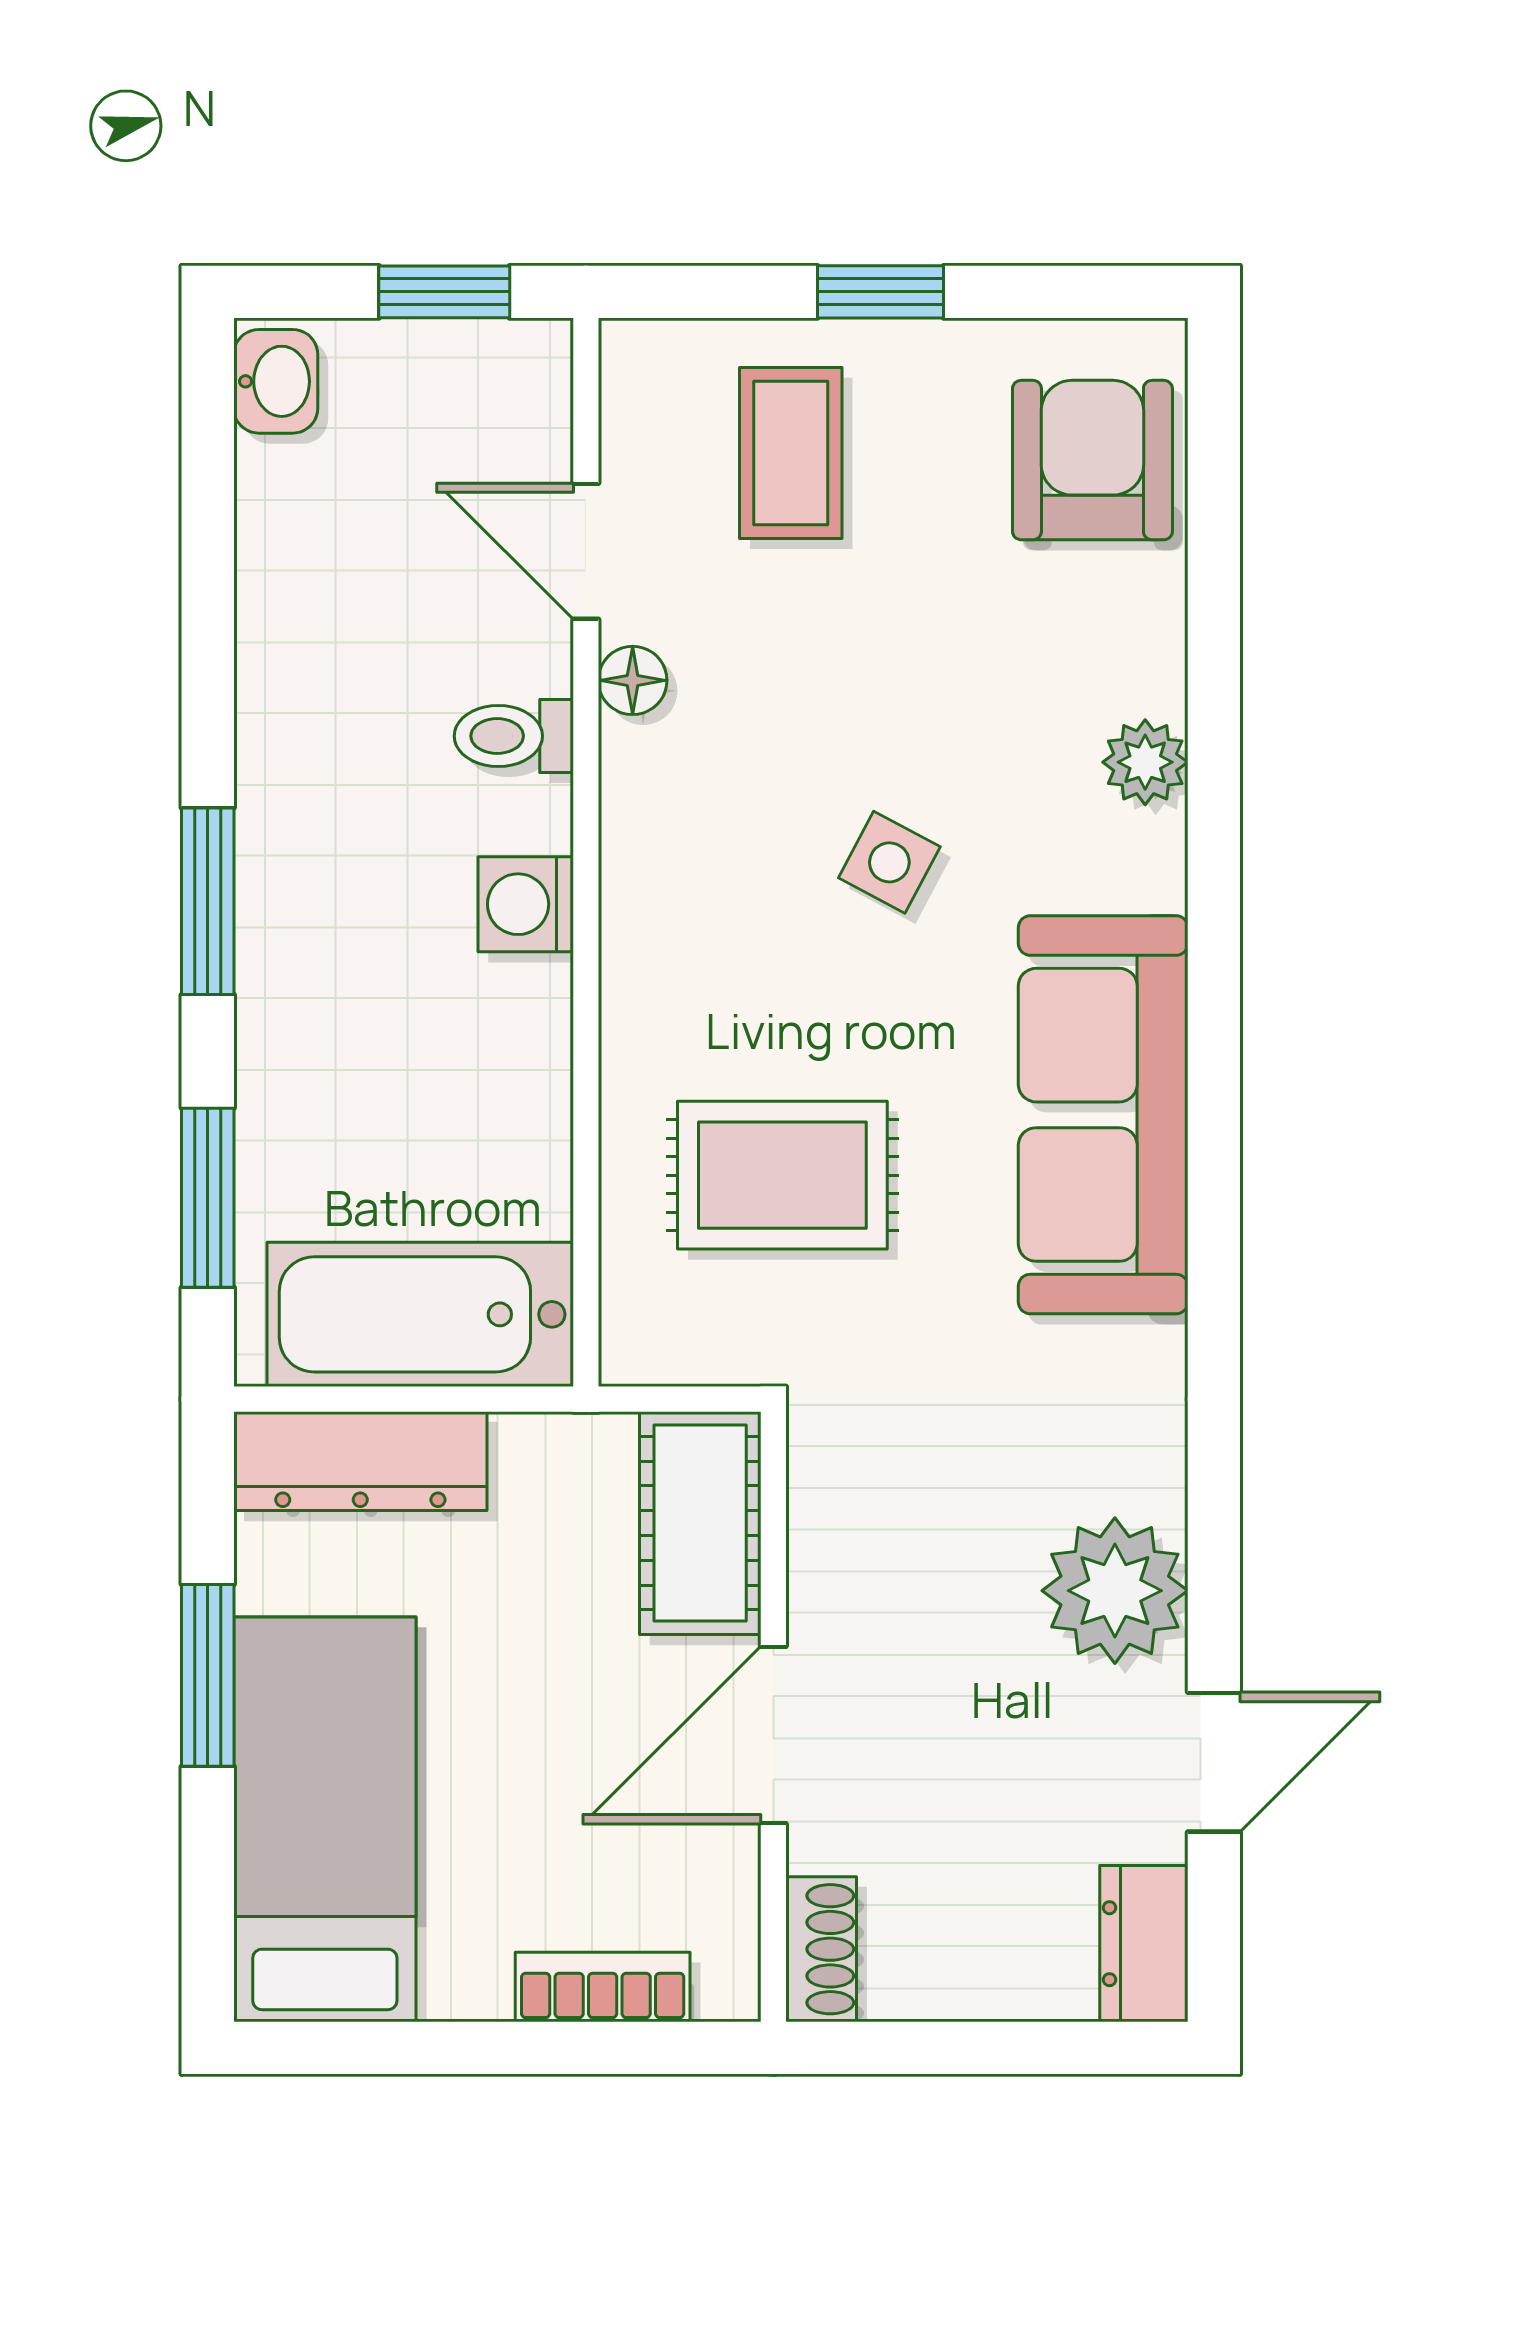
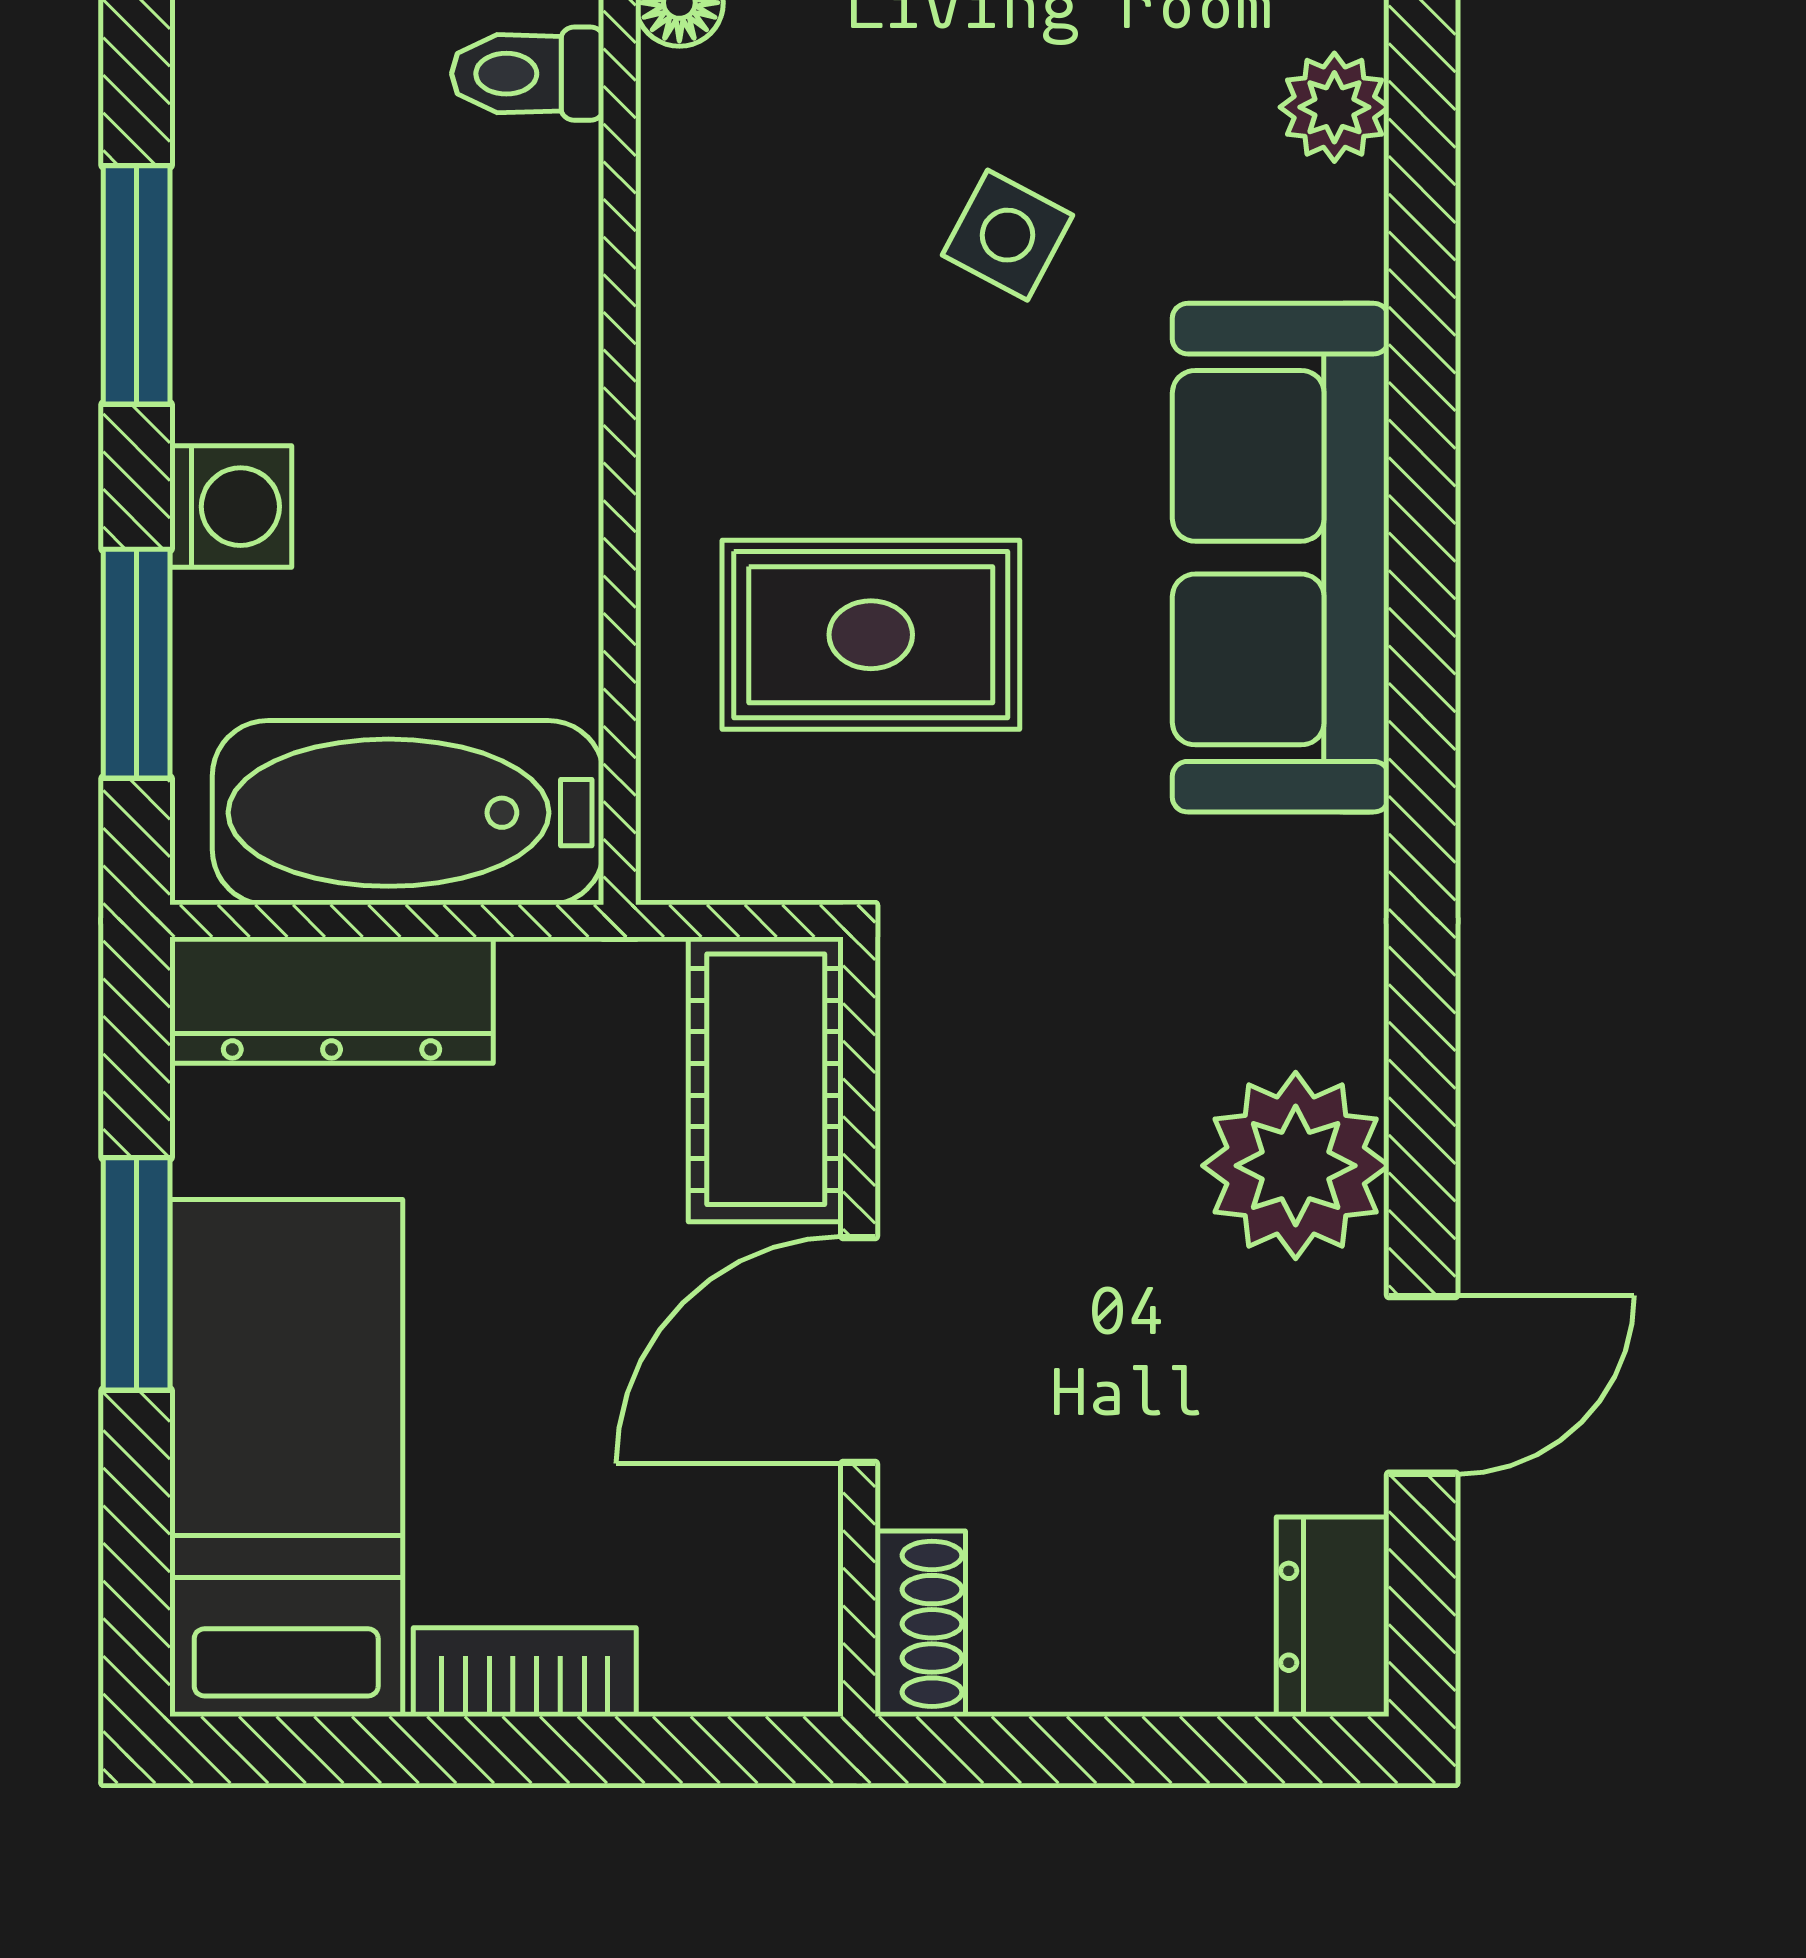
washing machine: (526, 904) -> (231, 507), moved, turned 180
bookcase: (603, 1987) -> (525, 1672), moved

